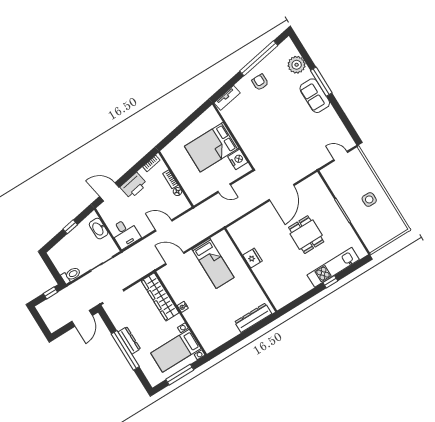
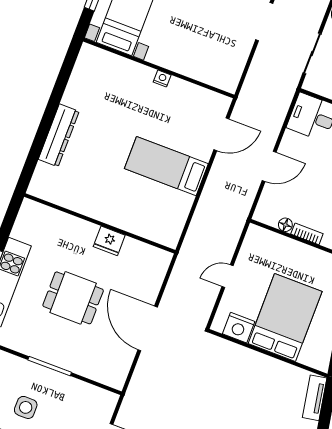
fridge: (253, 258) -> (109, 241), moved
wall: (251, 270) -> (100, 223), moved
wardrobe: (160, 297) -> (202, 69), removed

